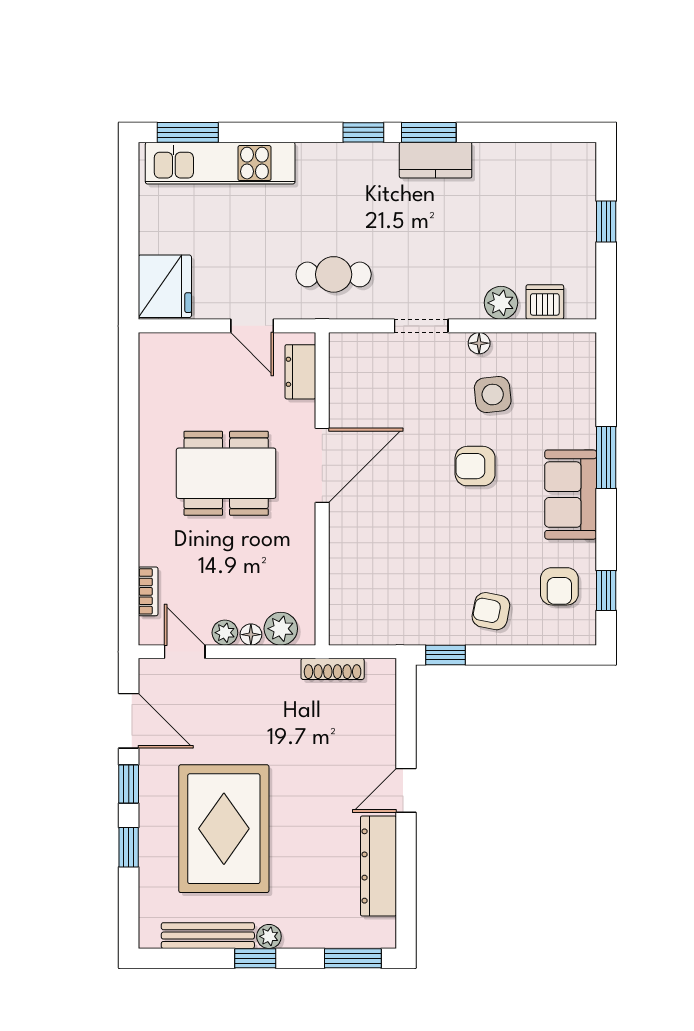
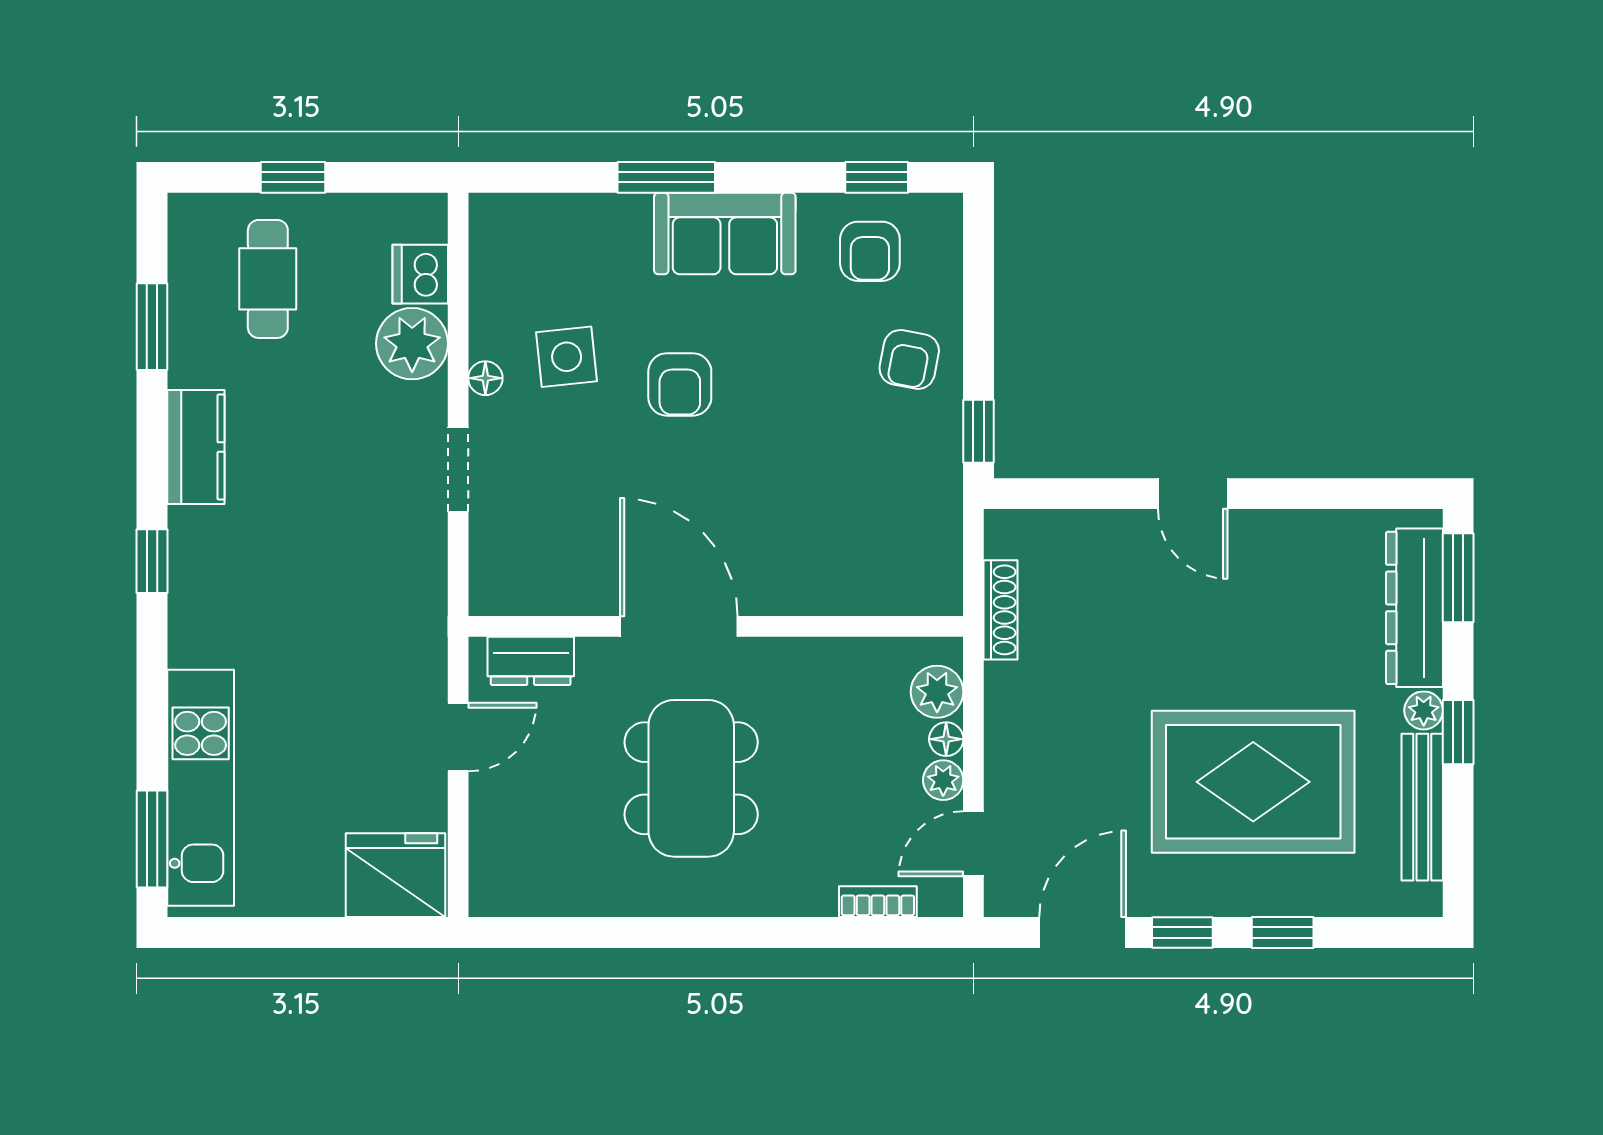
window: (429, 132) -> (152, 327), moved
cafe table: (334, 274) -> (268, 279), moved
plant: (501, 303) -> (412, 344), width x1.36, depth x1.36
armchair: (559, 586) -> (870, 251), turned 90
dresser: (378, 866) -> (1414, 608), moved, turned 90

